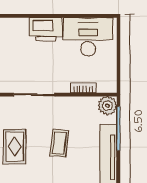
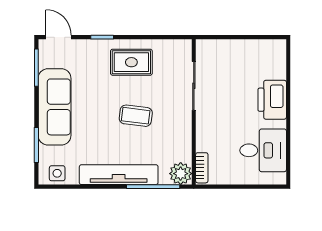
desk: (88, 37) -> (263, 150), width x0.73
bookcase: (83, 88) -> (202, 168), moved

